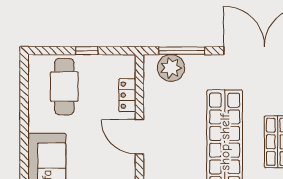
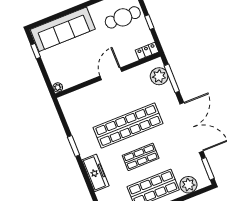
locker: (127, 95) -> (147, 51), moved

